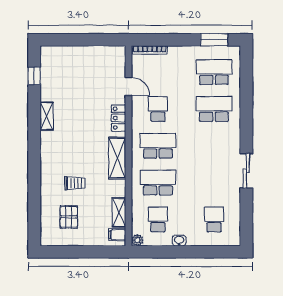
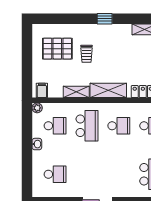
school desk: (158, 146) -> (119, 126), width x0.54
window: (34, 162) -> (105, 19), added
shelving: (119, 212) -> (76, 92), moved
pallet: (69, 217) -> (57, 49), width x1.50, depth x1.42

